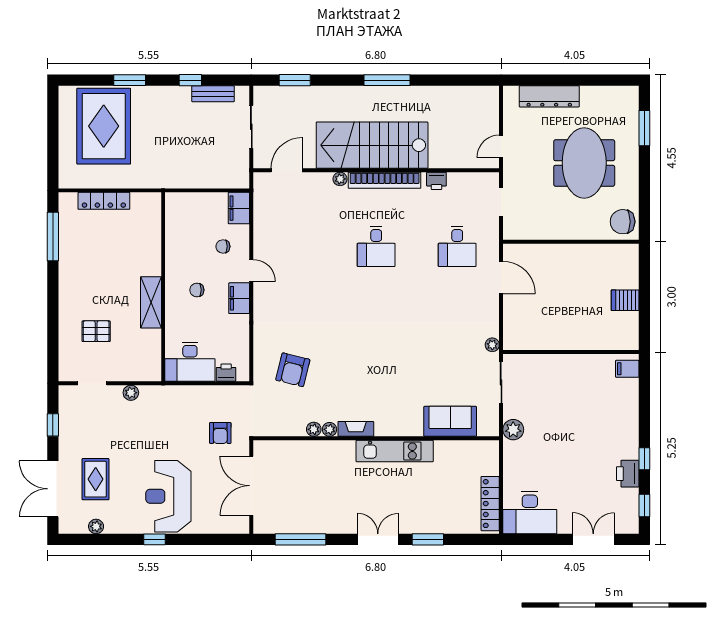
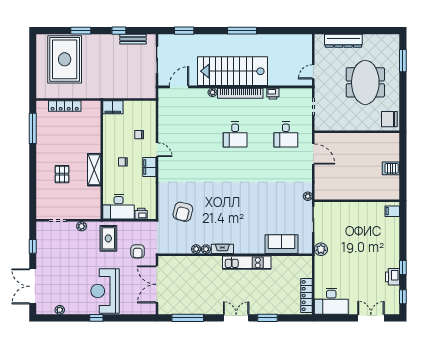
filing cabinet: (239, 208) -> (113, 107), moved, turned -90
pallet: (96, 331) -> (62, 174), moved, turned 90
rug: (96, 479) -> (108, 238), moved

